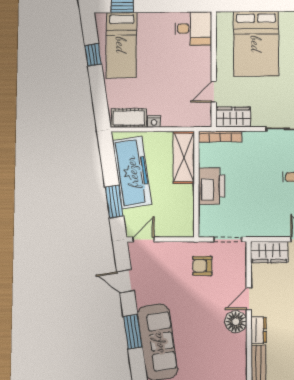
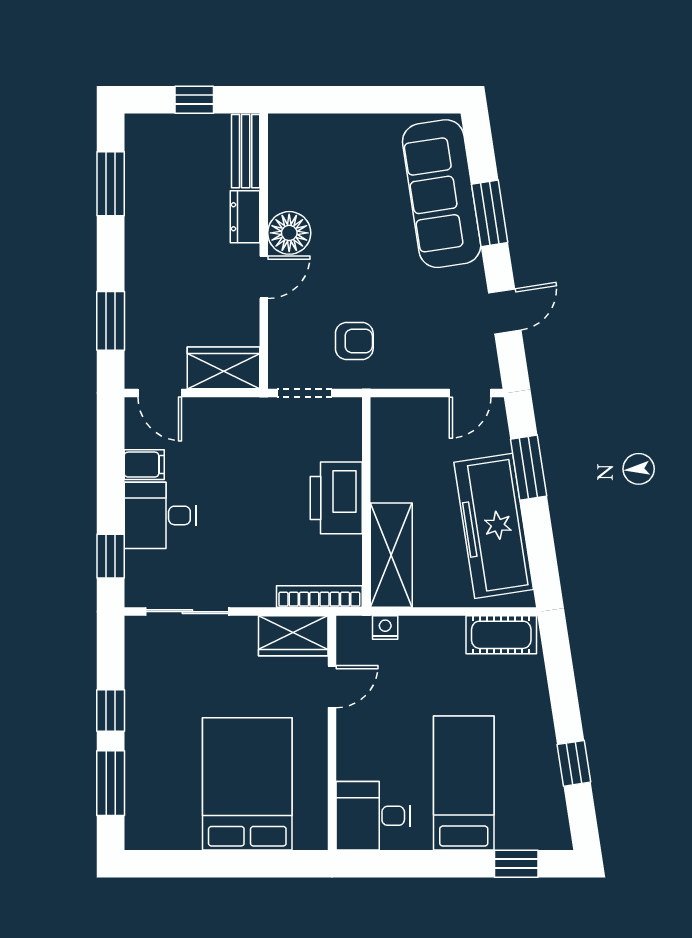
bed: (121, 45) -> (464, 783), moved
nightstand: (154, 121) -> (385, 628), moved
door: (126, 281) -> (505, 311), hinge flipped

